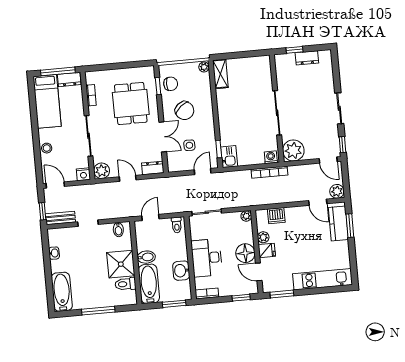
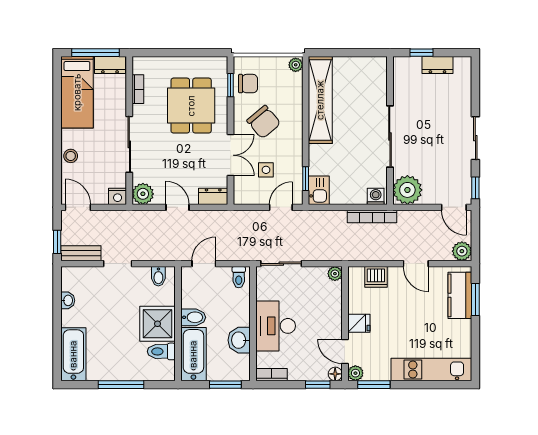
shelving: (220, 74) -> (320, 100), width x2.20, depth x1.33
door: (318, 202) -> (416, 264), moved
plant: (263, 237) -> (355, 373), moved
floor lamp: (245, 253) -> (335, 374), moved, width x0.53, depth x0.53

